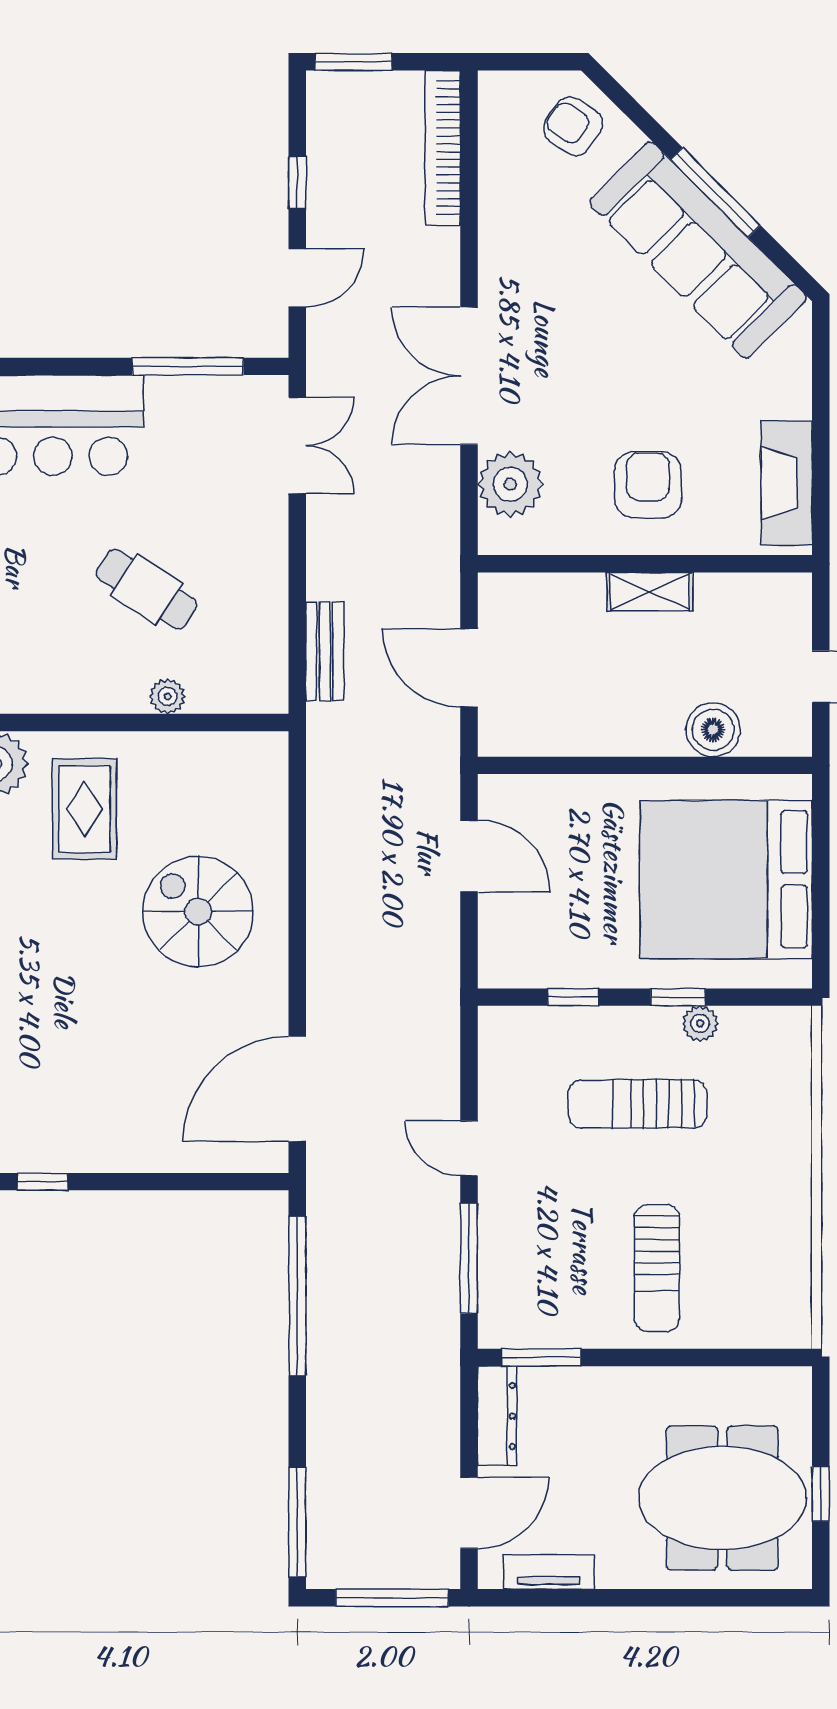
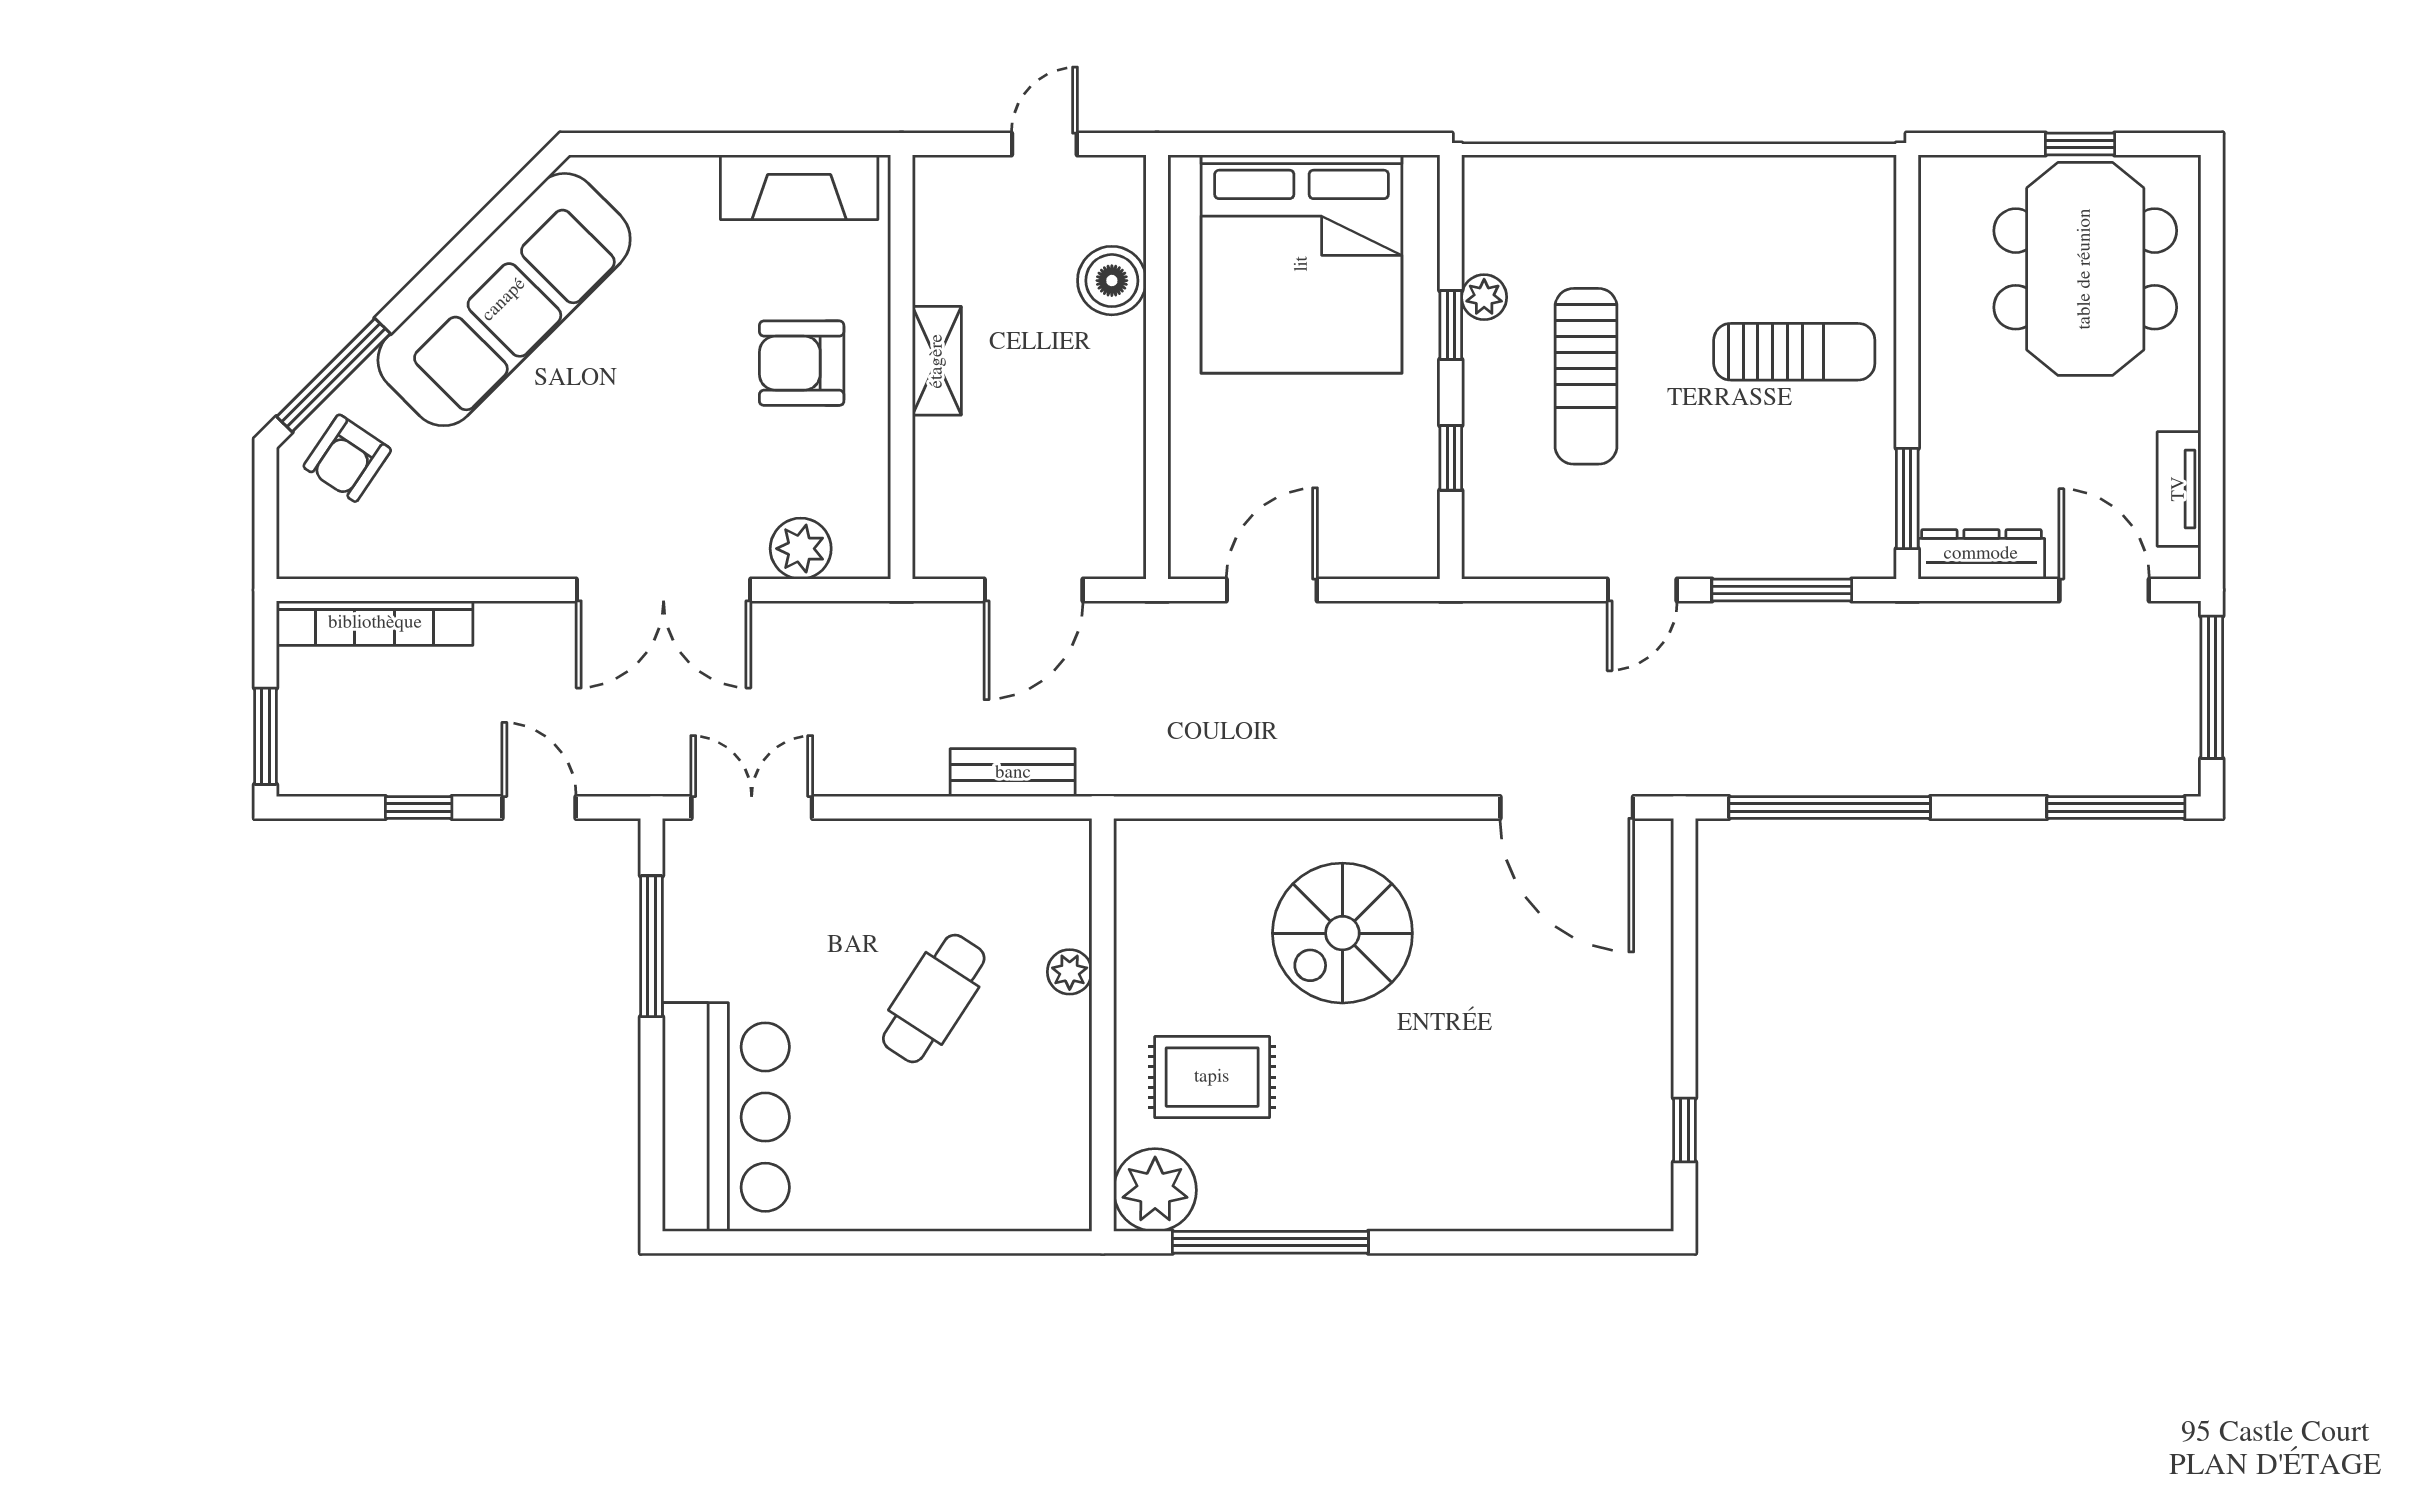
window: (715, 192) -> (333, 375), moved
plant: (510, 484) -> (801, 549), width x0.73, depth x0.73

